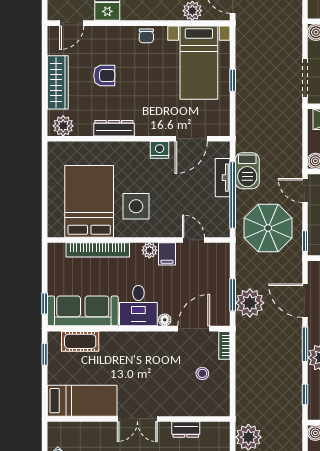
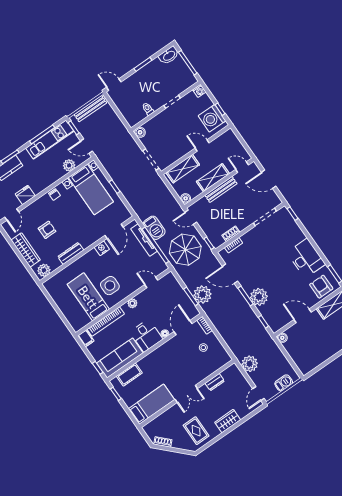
tv unit: (223, 178) -> (144, 240), width x1.41
bed: (89, 201) -> (88, 297), width x0.67
filing cabinet: (167, 254) -> (86, 338), moved

